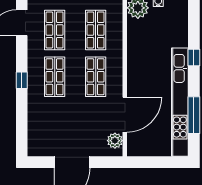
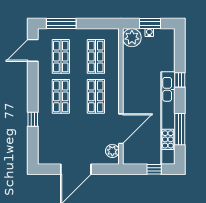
window: (22, 80) -> (33, 119), moved
window: (164, 162) -> (154, 169), added

